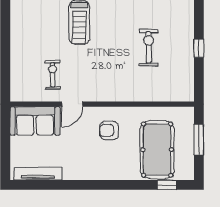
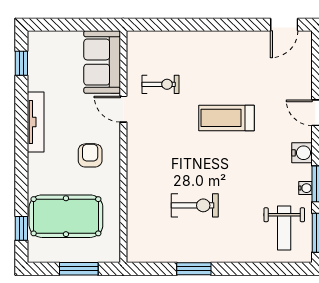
window: (199, 48) -> (194, 269), width x1.50
tv unit: (38, 174) -> (36, 122), moved
window: (36, 185) -> (21, 63), added

